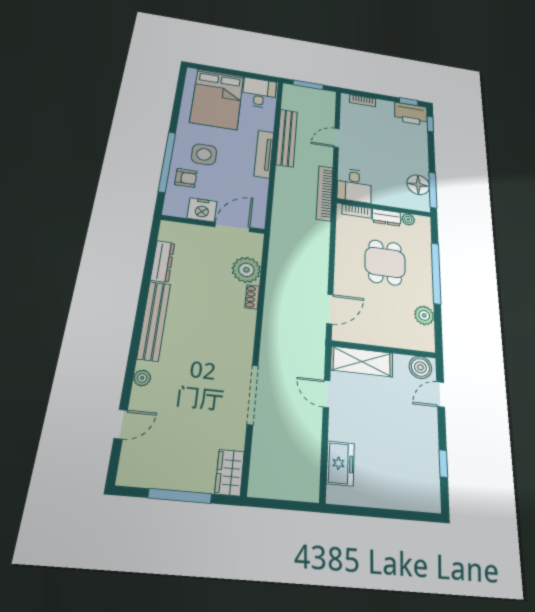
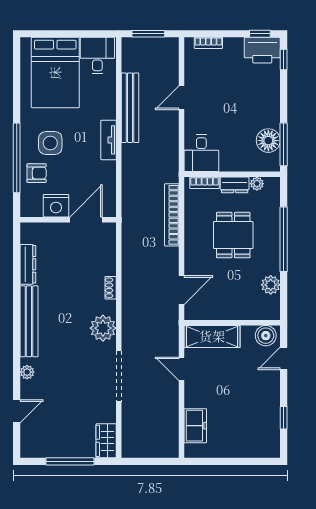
tv unit: (264, 154) -> (109, 140), width x0.71
bookcase: (325, 193) -> (172, 215), moved
plant: (246, 270) -> (103, 328), moved

